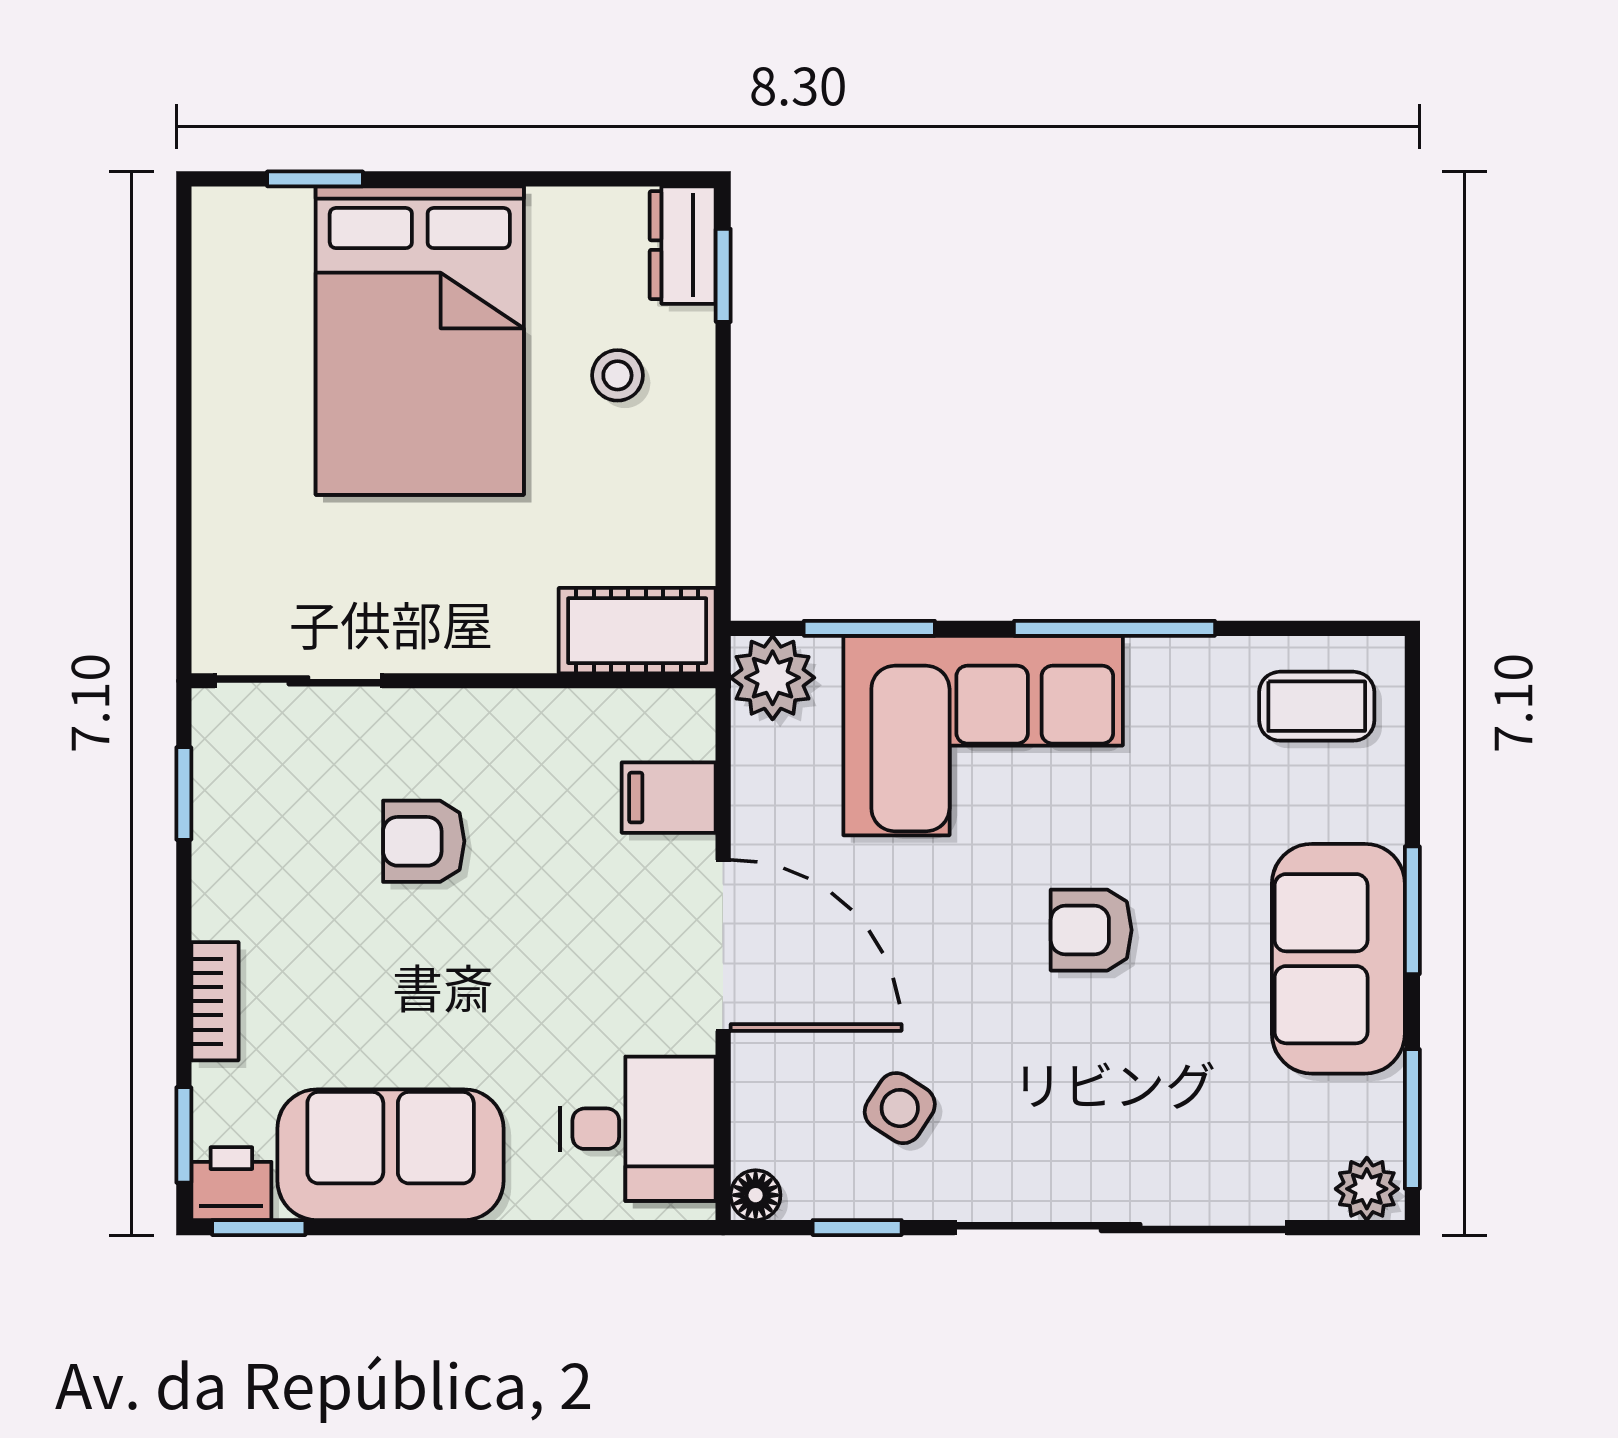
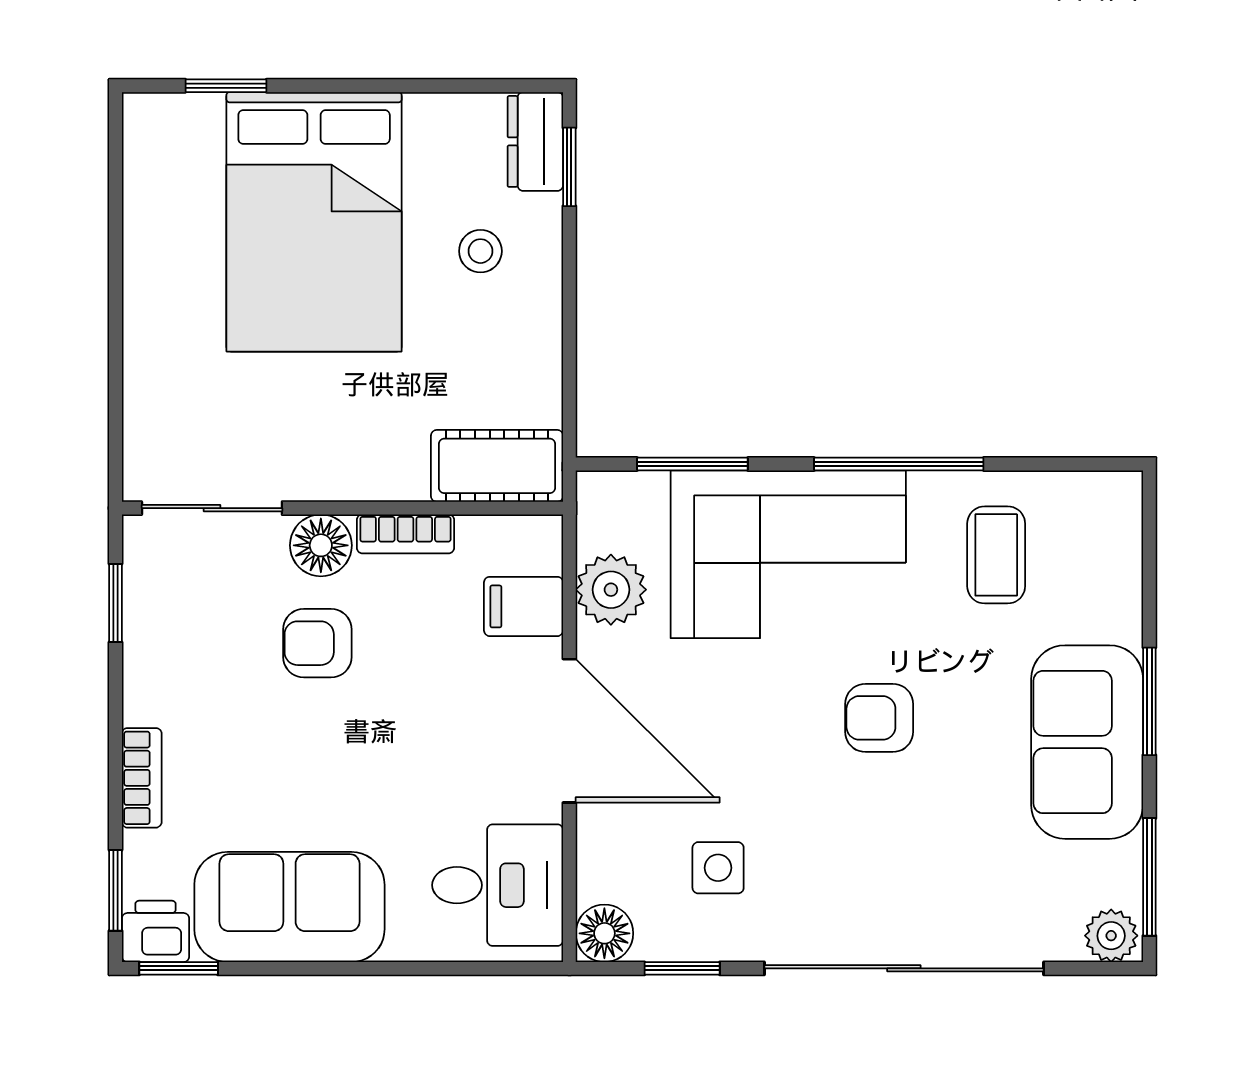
plant: (773, 678) -> (611, 590), moved
coffee table: (1317, 706) -> (996, 555), moved, turned 90
bookcase: (528, 711) -> (405, 534), added
floor lamp: (428, 725) -> (321, 545), added
side table: (900, 1108) -> (718, 868), turned -33
floor lamp: (756, 1195) -> (604, 933), width x1.37, depth x1.37

